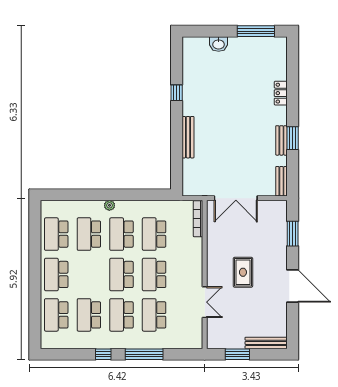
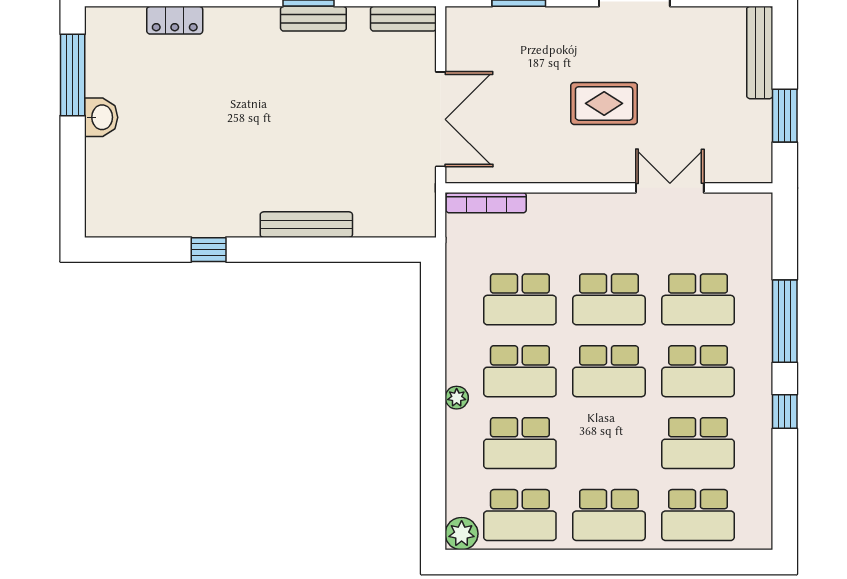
washbasin: (219, 44) -> (101, 117), moved
locker: (281, 93) -> (175, 20), moved
plant: (48, 208) -> (462, 534), added

